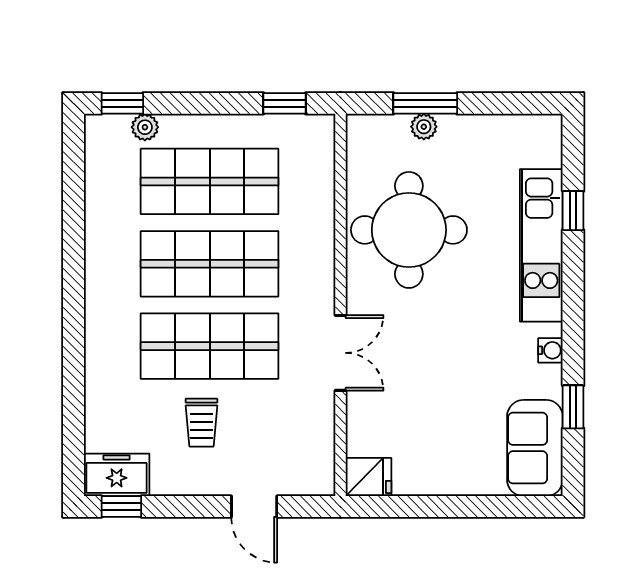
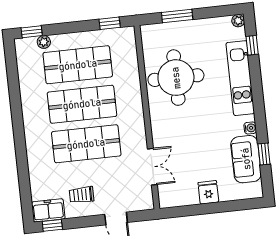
plant: (424, 127) -> (238, 21), moved
window: (573, 211) -> (252, 45), moved
double door: (340, 353) -> (152, 167), moved
trolley: (202, 423) -> (82, 195), moved, turned 90
sofa: (535, 448) -> (246, 159), moved
fridge: (368, 477) -> (208, 192), moved, turned -90

